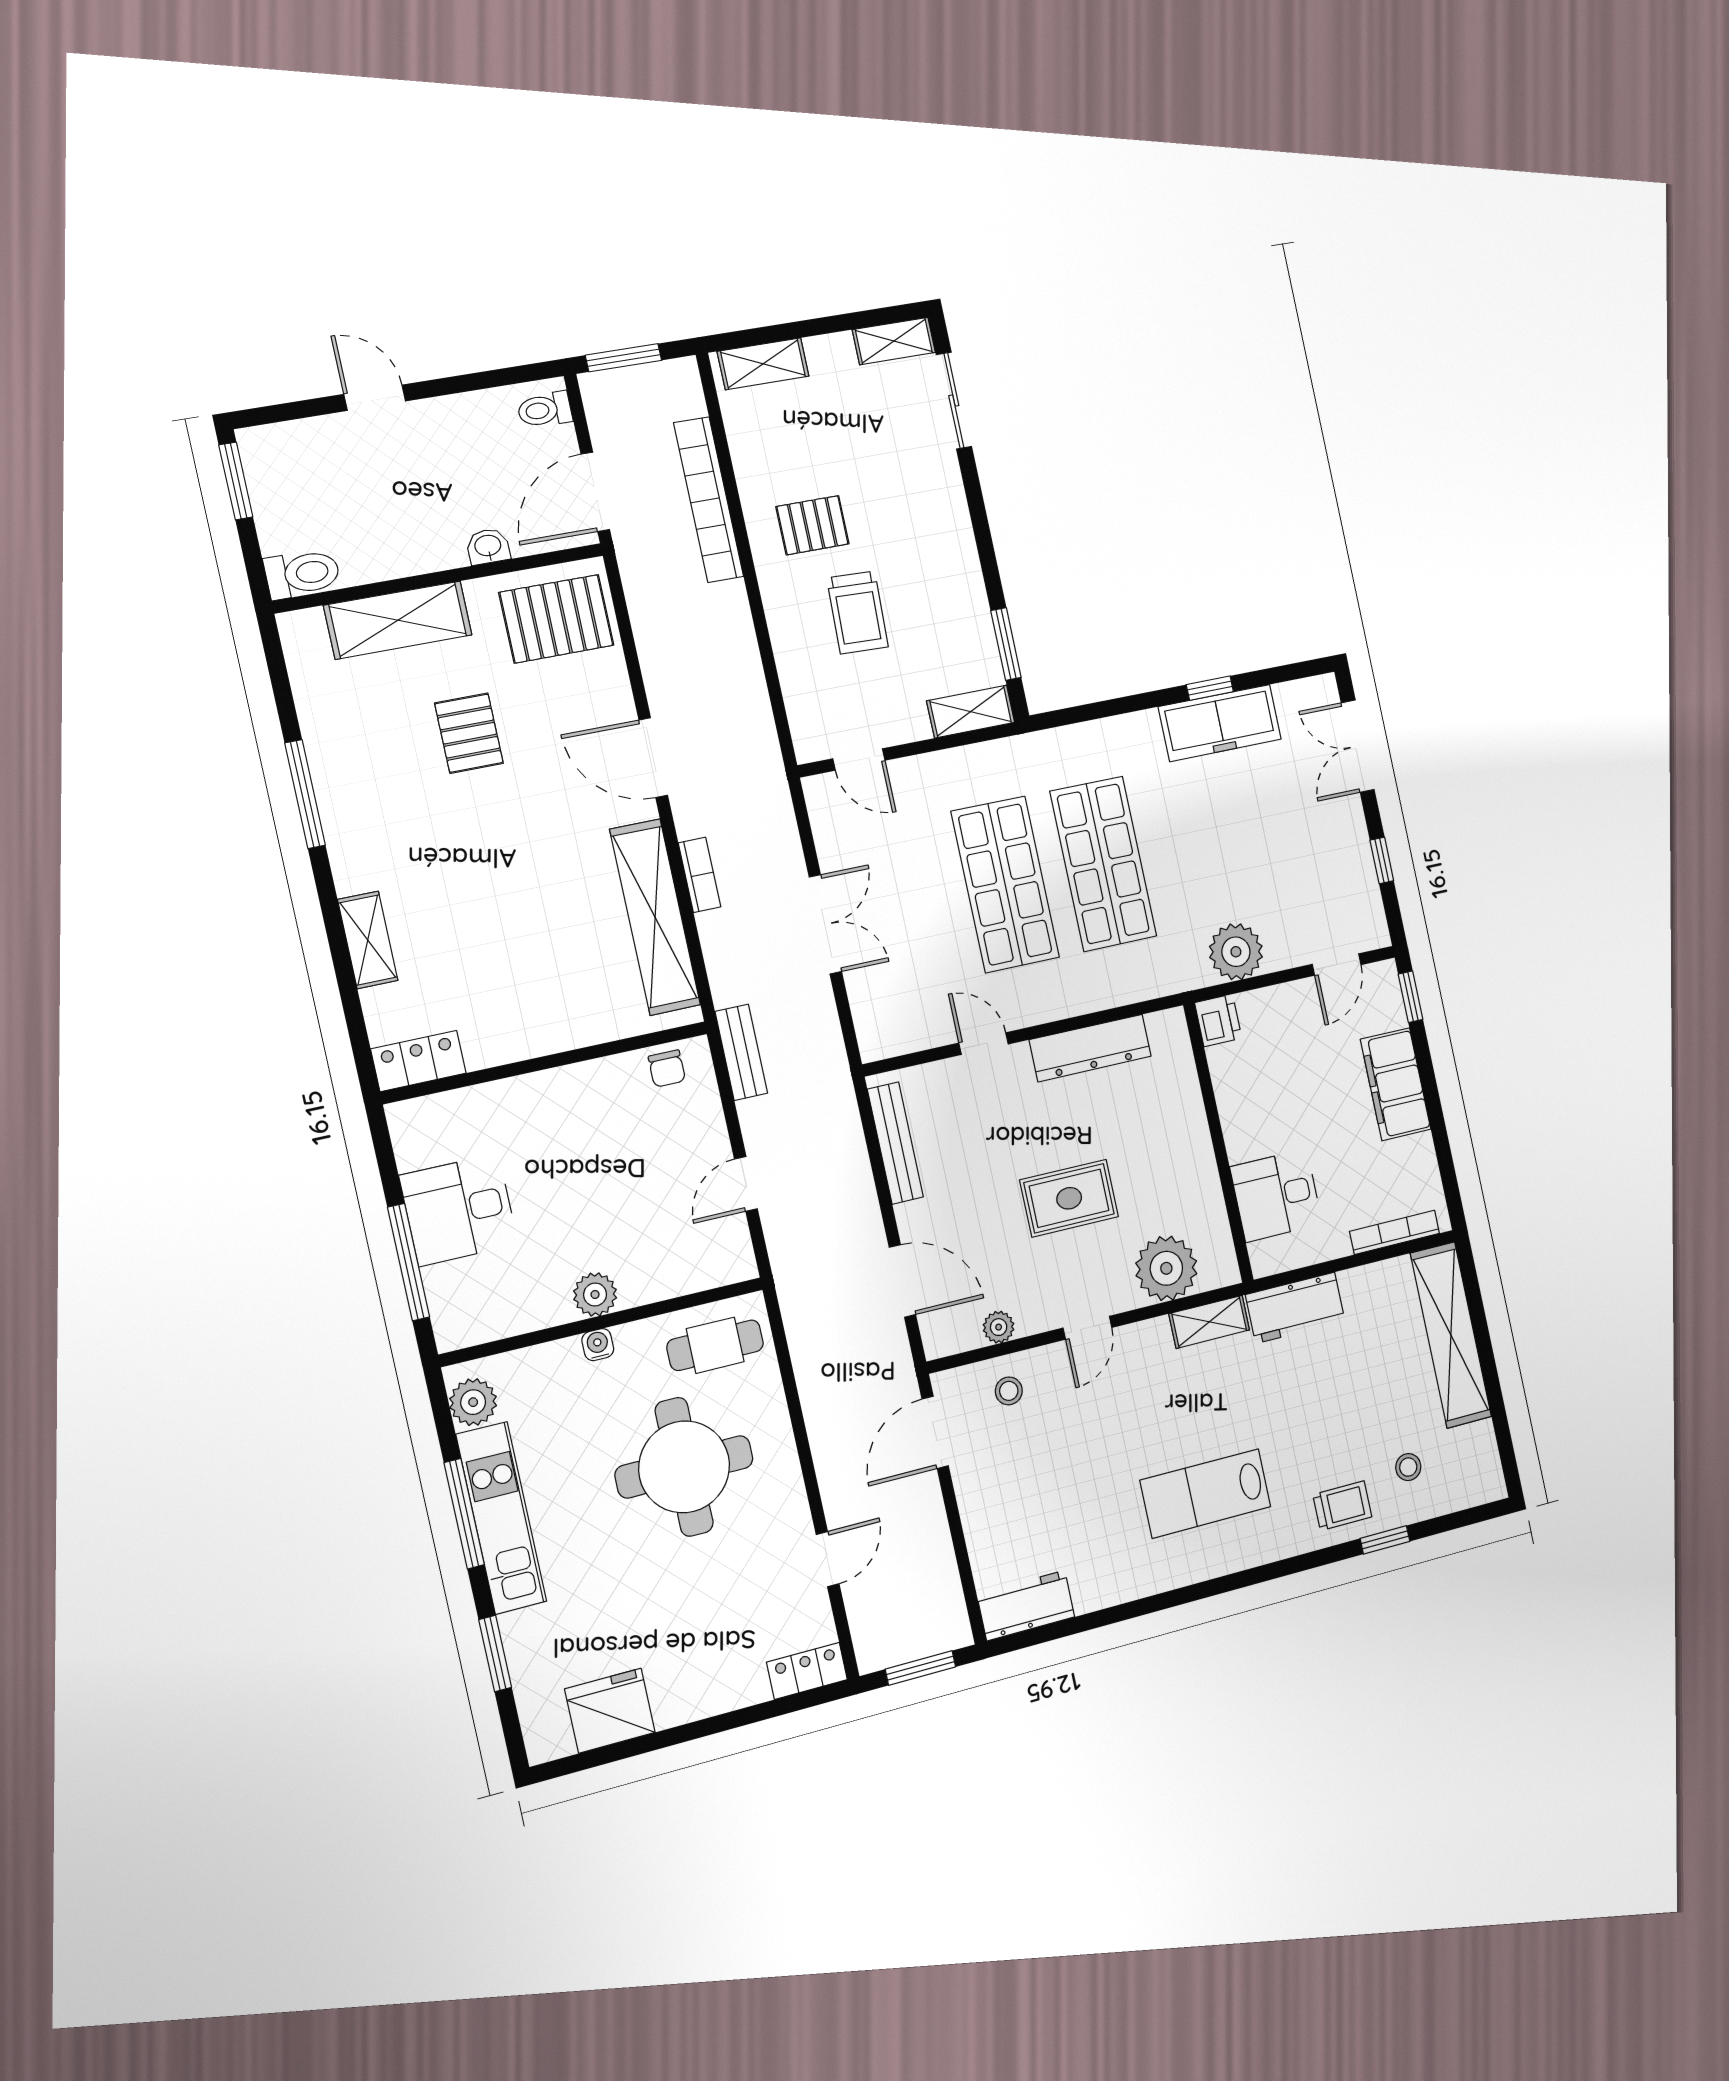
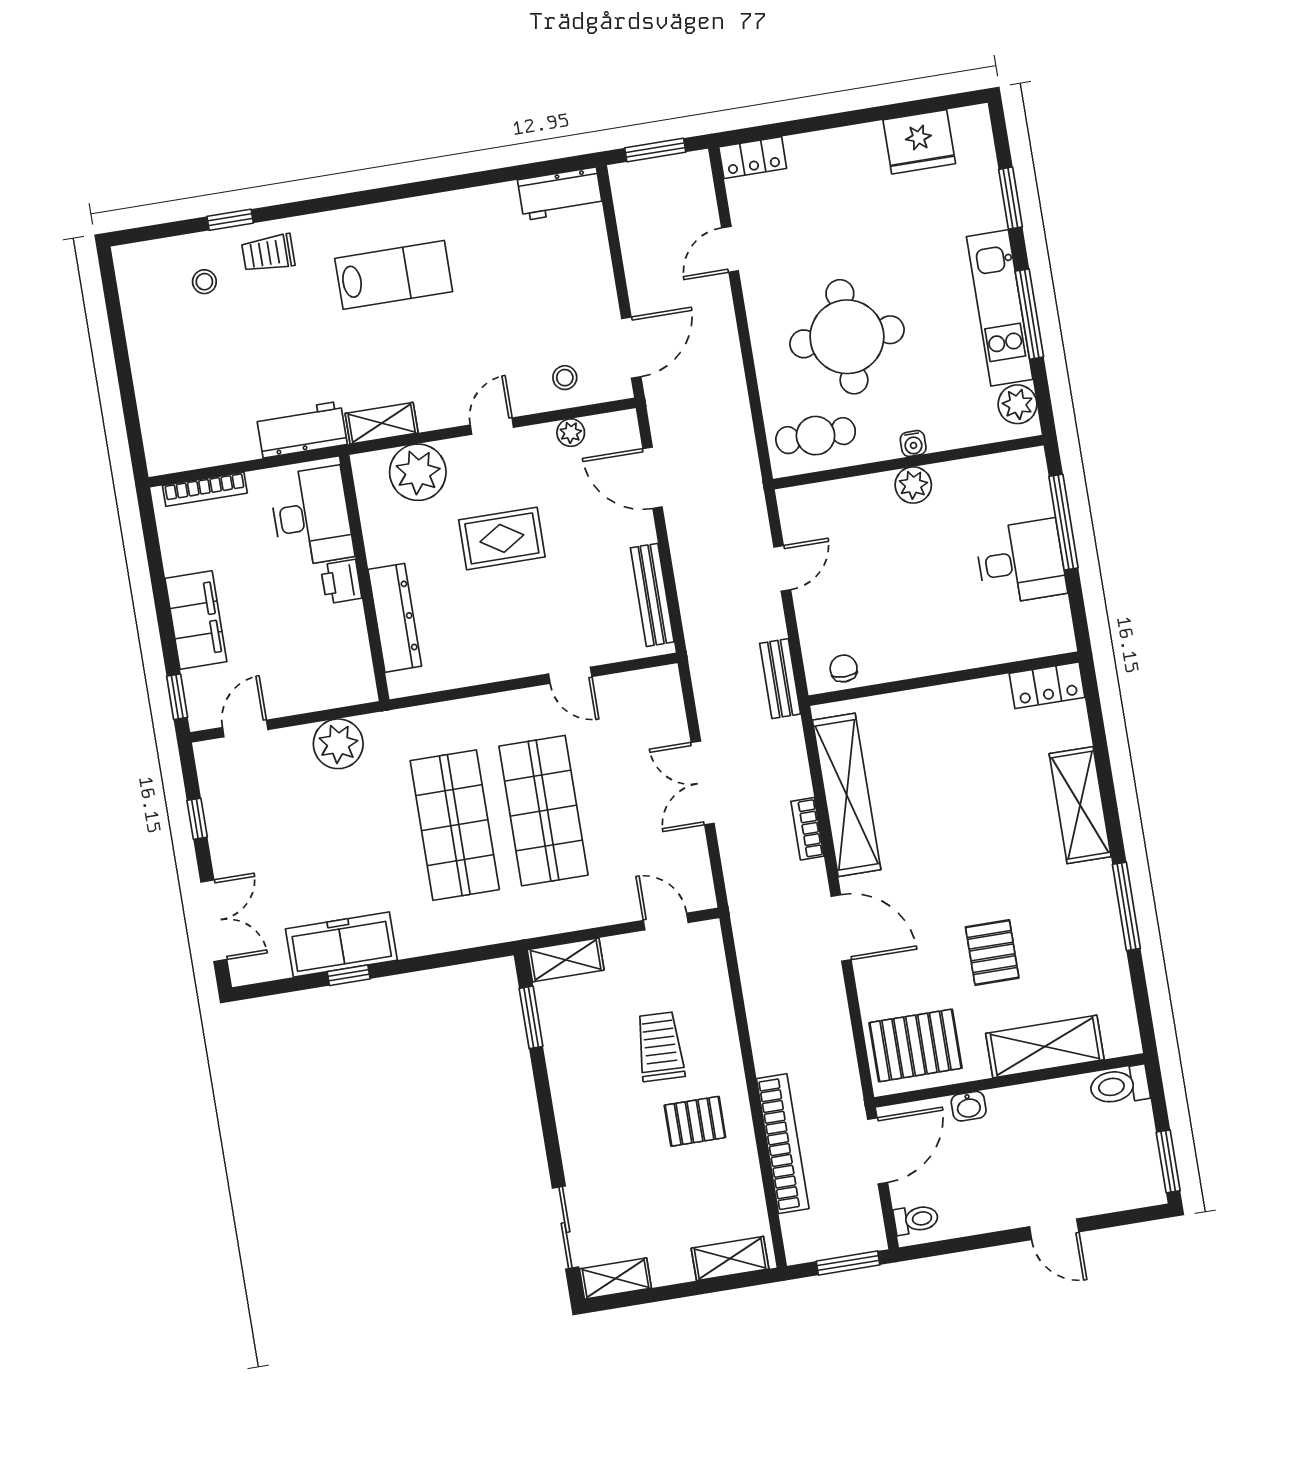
shelving: (368, 940) -> (1080, 805), width x1.50, depth x1.33
printer: (1218, 1020) -> (341, 582), moved
dresser: (1090, 1048) -> (395, 618), moved, turned 90
desk: (1276, 1195) -> (311, 516), width x1.37
shelving: (1451, 1335) -> (157, 395), removed

